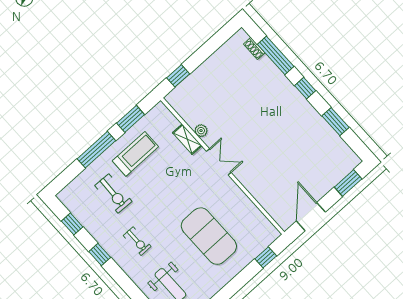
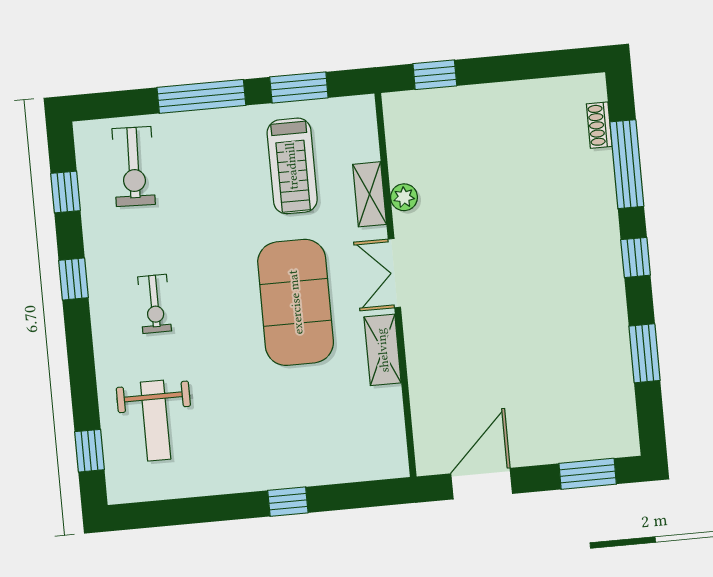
treadmill: (135, 154) -> (292, 166), moved, turned 90
double door: (219, 162) -> (394, 273), swing flipped
exercise bike: (113, 193) -> (134, 167), moved
shelving: (236, 194) -> (383, 350), added
exercise mat: (209, 236) -> (296, 302), moved
window: (266, 257) -> (288, 502), moved

